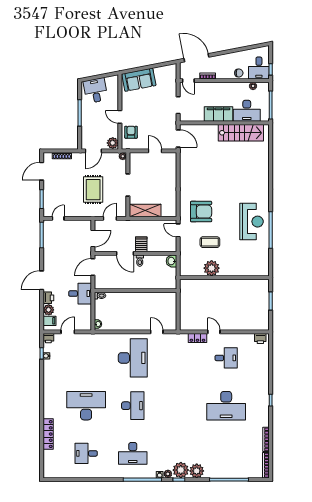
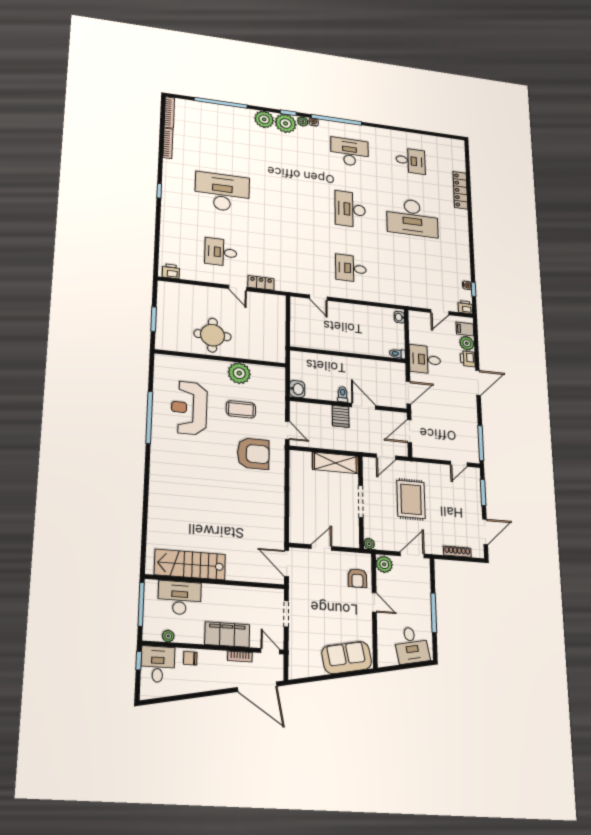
filing cabinet: (218, 114) -> (227, 635), moved, turned 180
door: (155, 151) -> (321, 548), swing flipped
armchair: (201, 212) -> (253, 454), turned 180
reception desk: (252, 222) -> (189, 408), moved
round table: (230, 294) -> (213, 335), added
desk: (133, 358) -> (351, 268), width x0.53, depth x0.77

